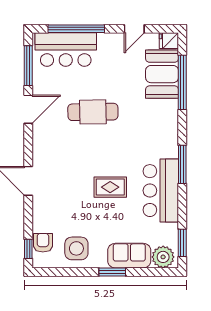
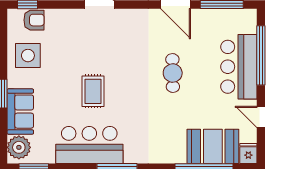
bar counter: (66, 49) -> (239, 67), moved
cafe table: (93, 112) -> (173, 73), width x0.73, depth x0.74

